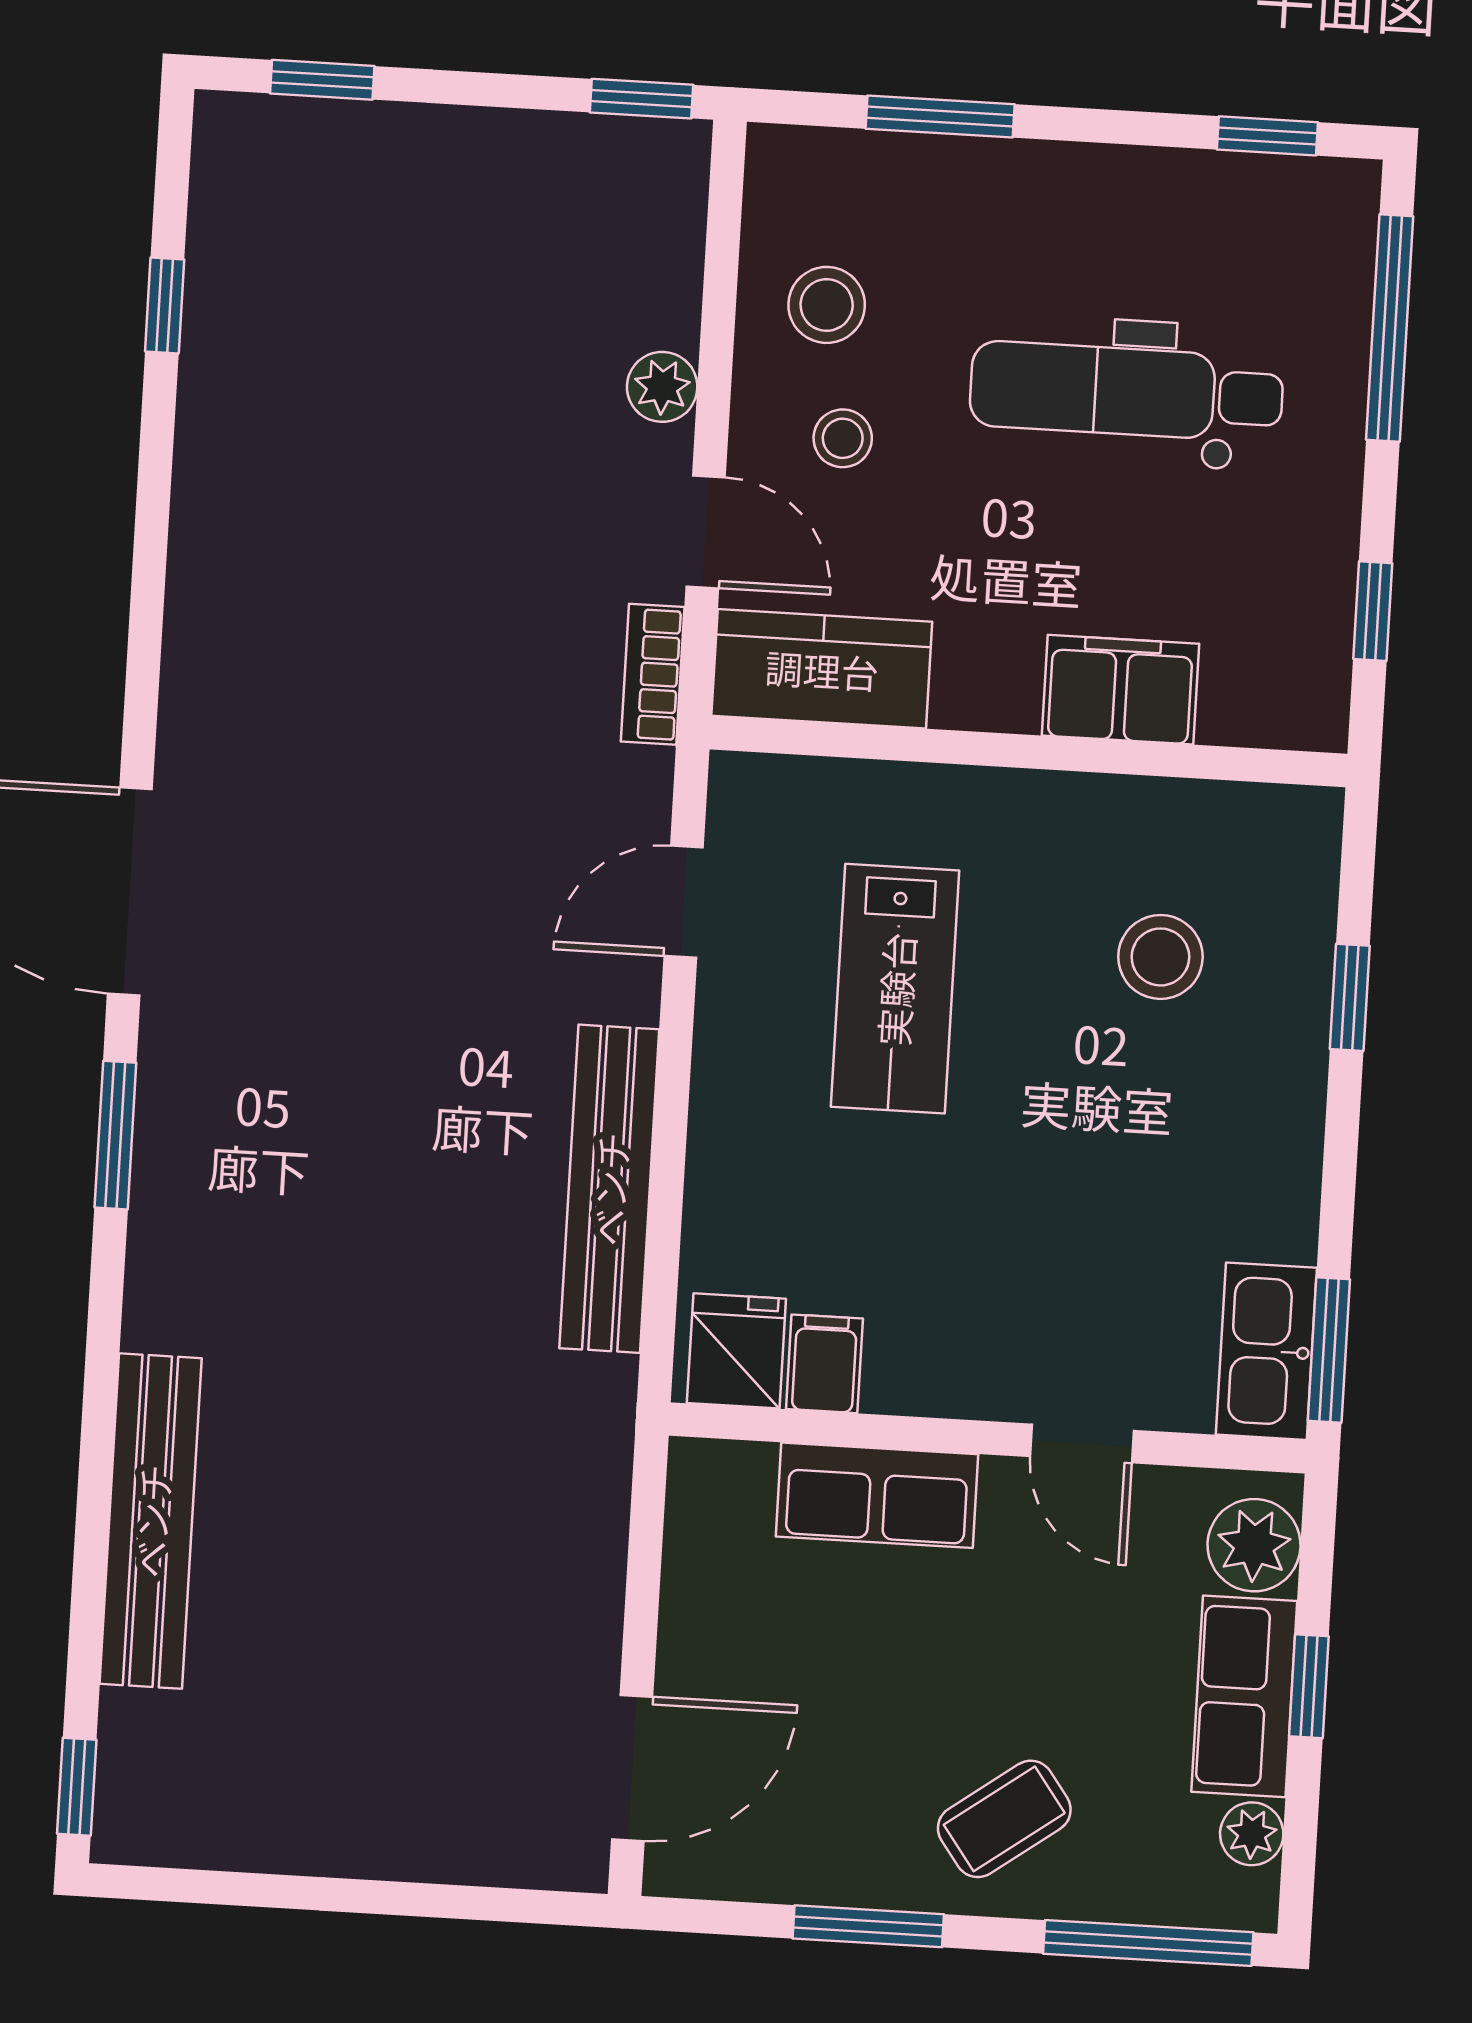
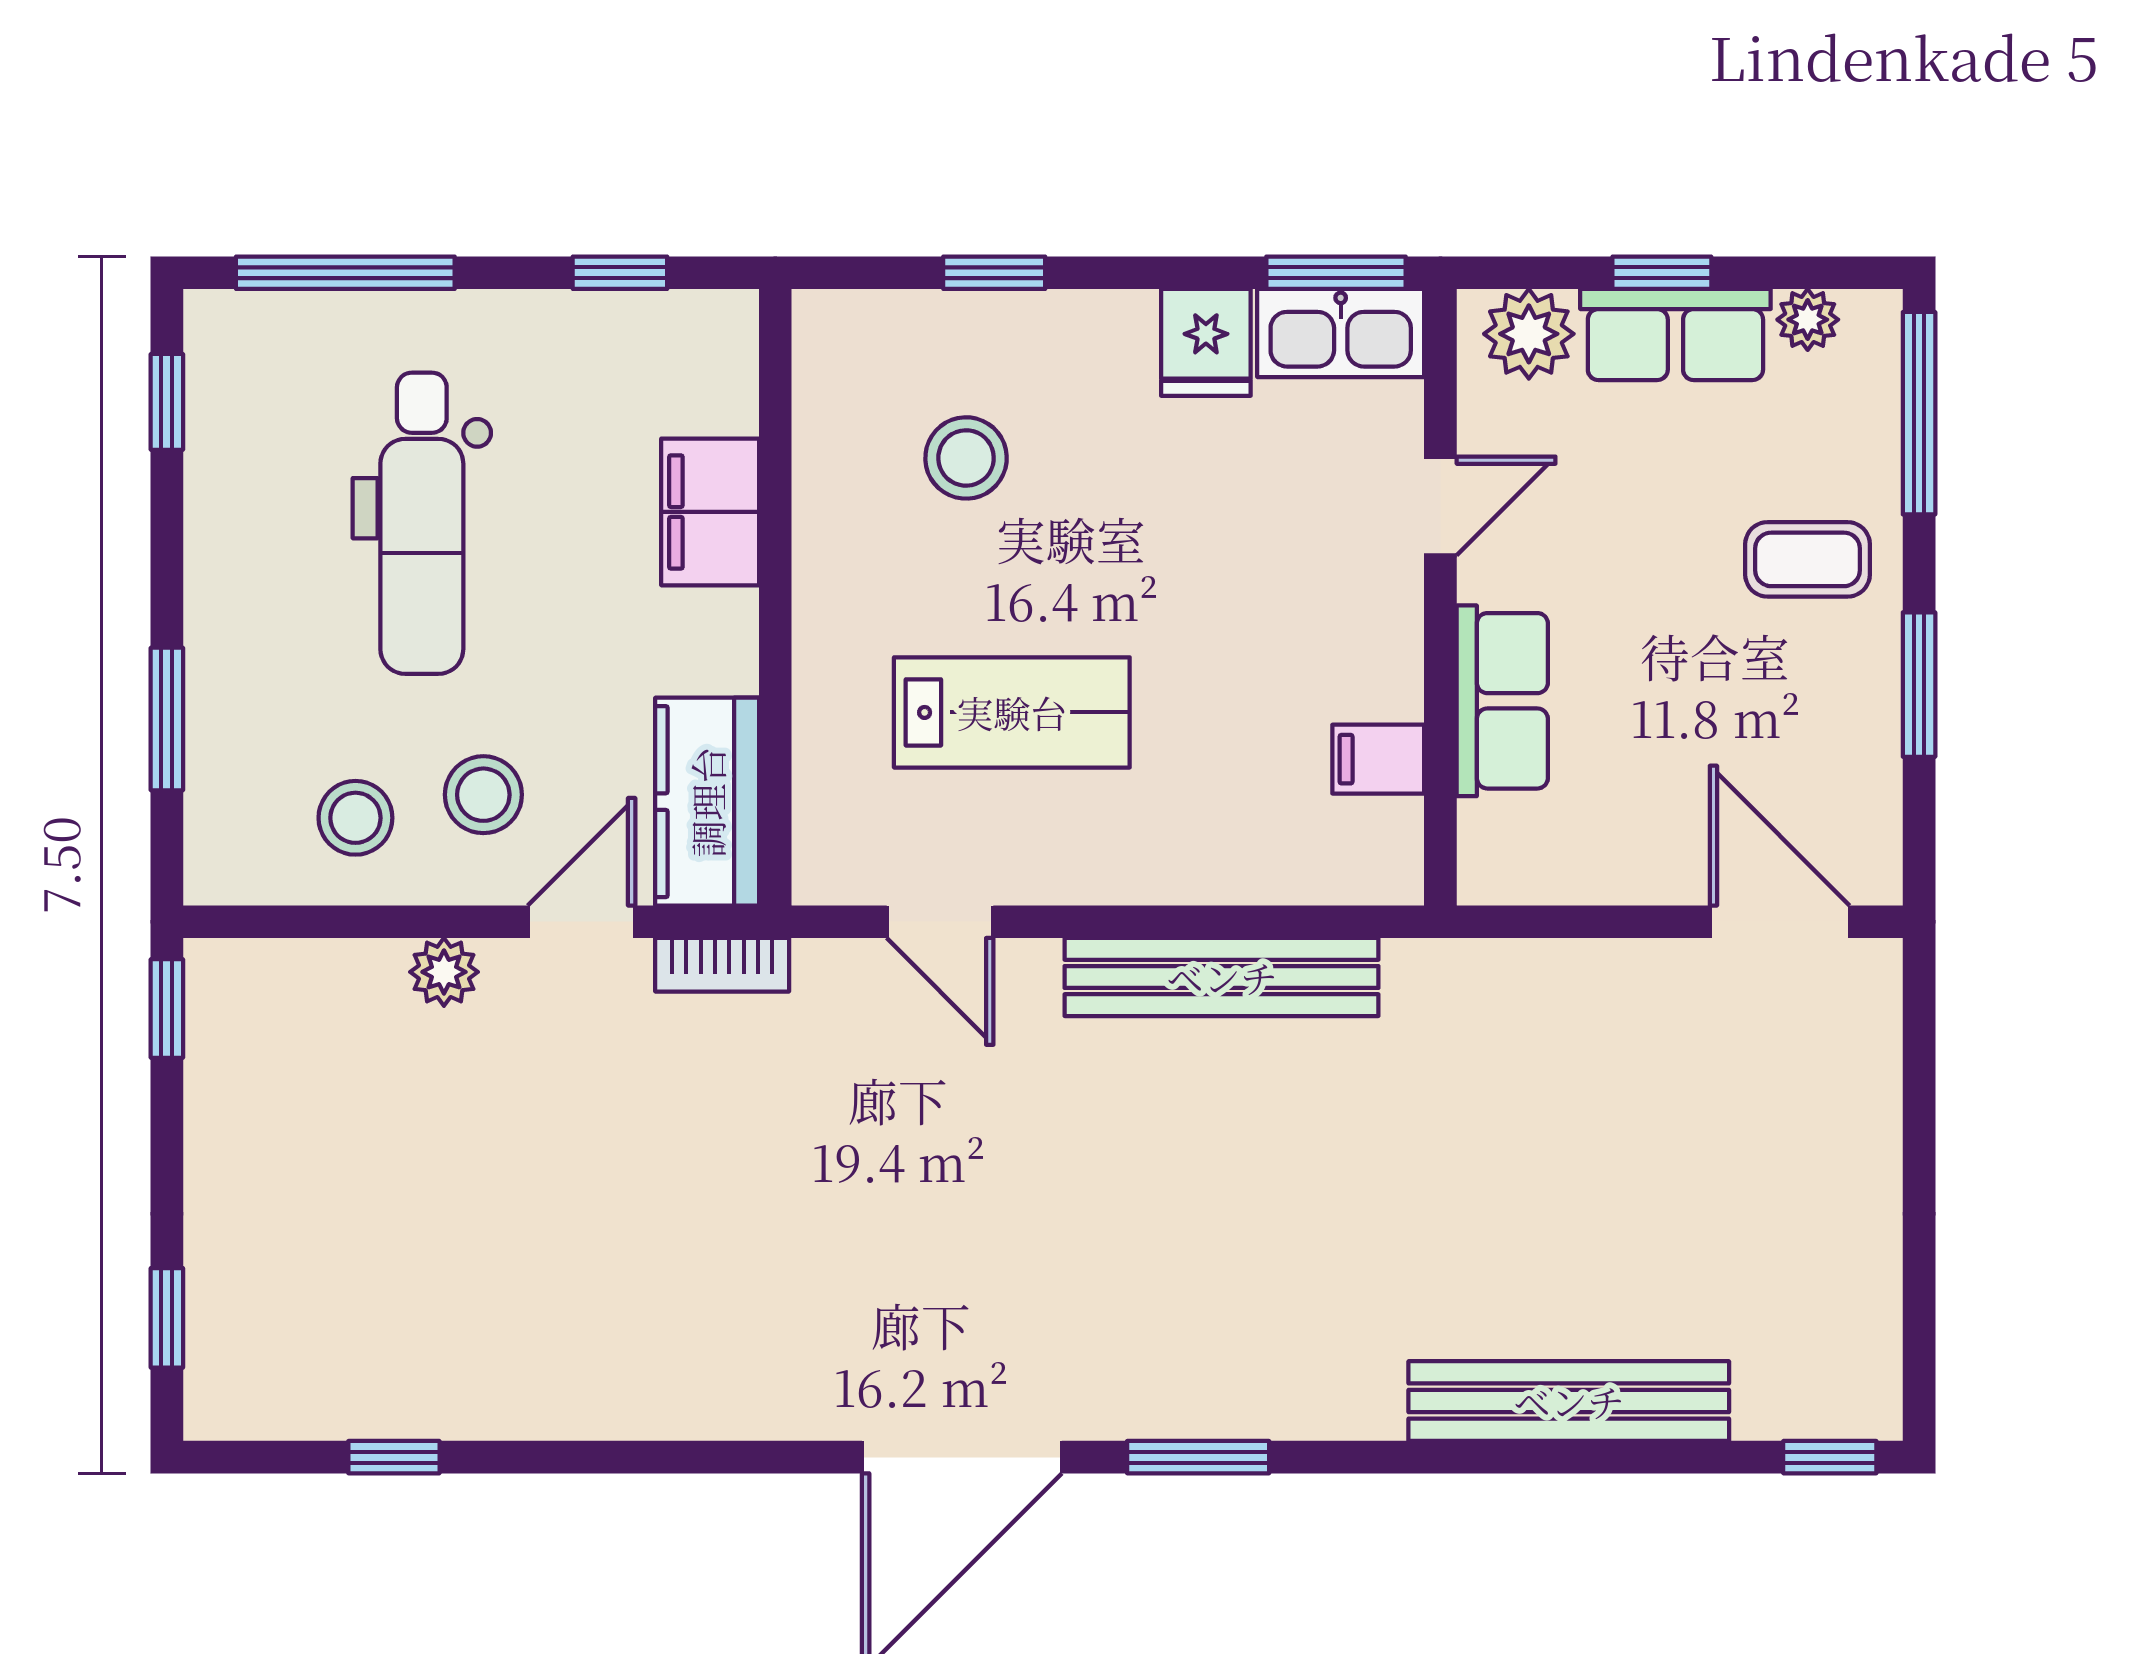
stool: (843, 438) -> (483, 795), width x1.37, depth x1.37
fridge: (736, 1351) -> (1206, 342), moved, turned -90
coffee table: (1004, 1819) -> (1808, 559), turned -54

